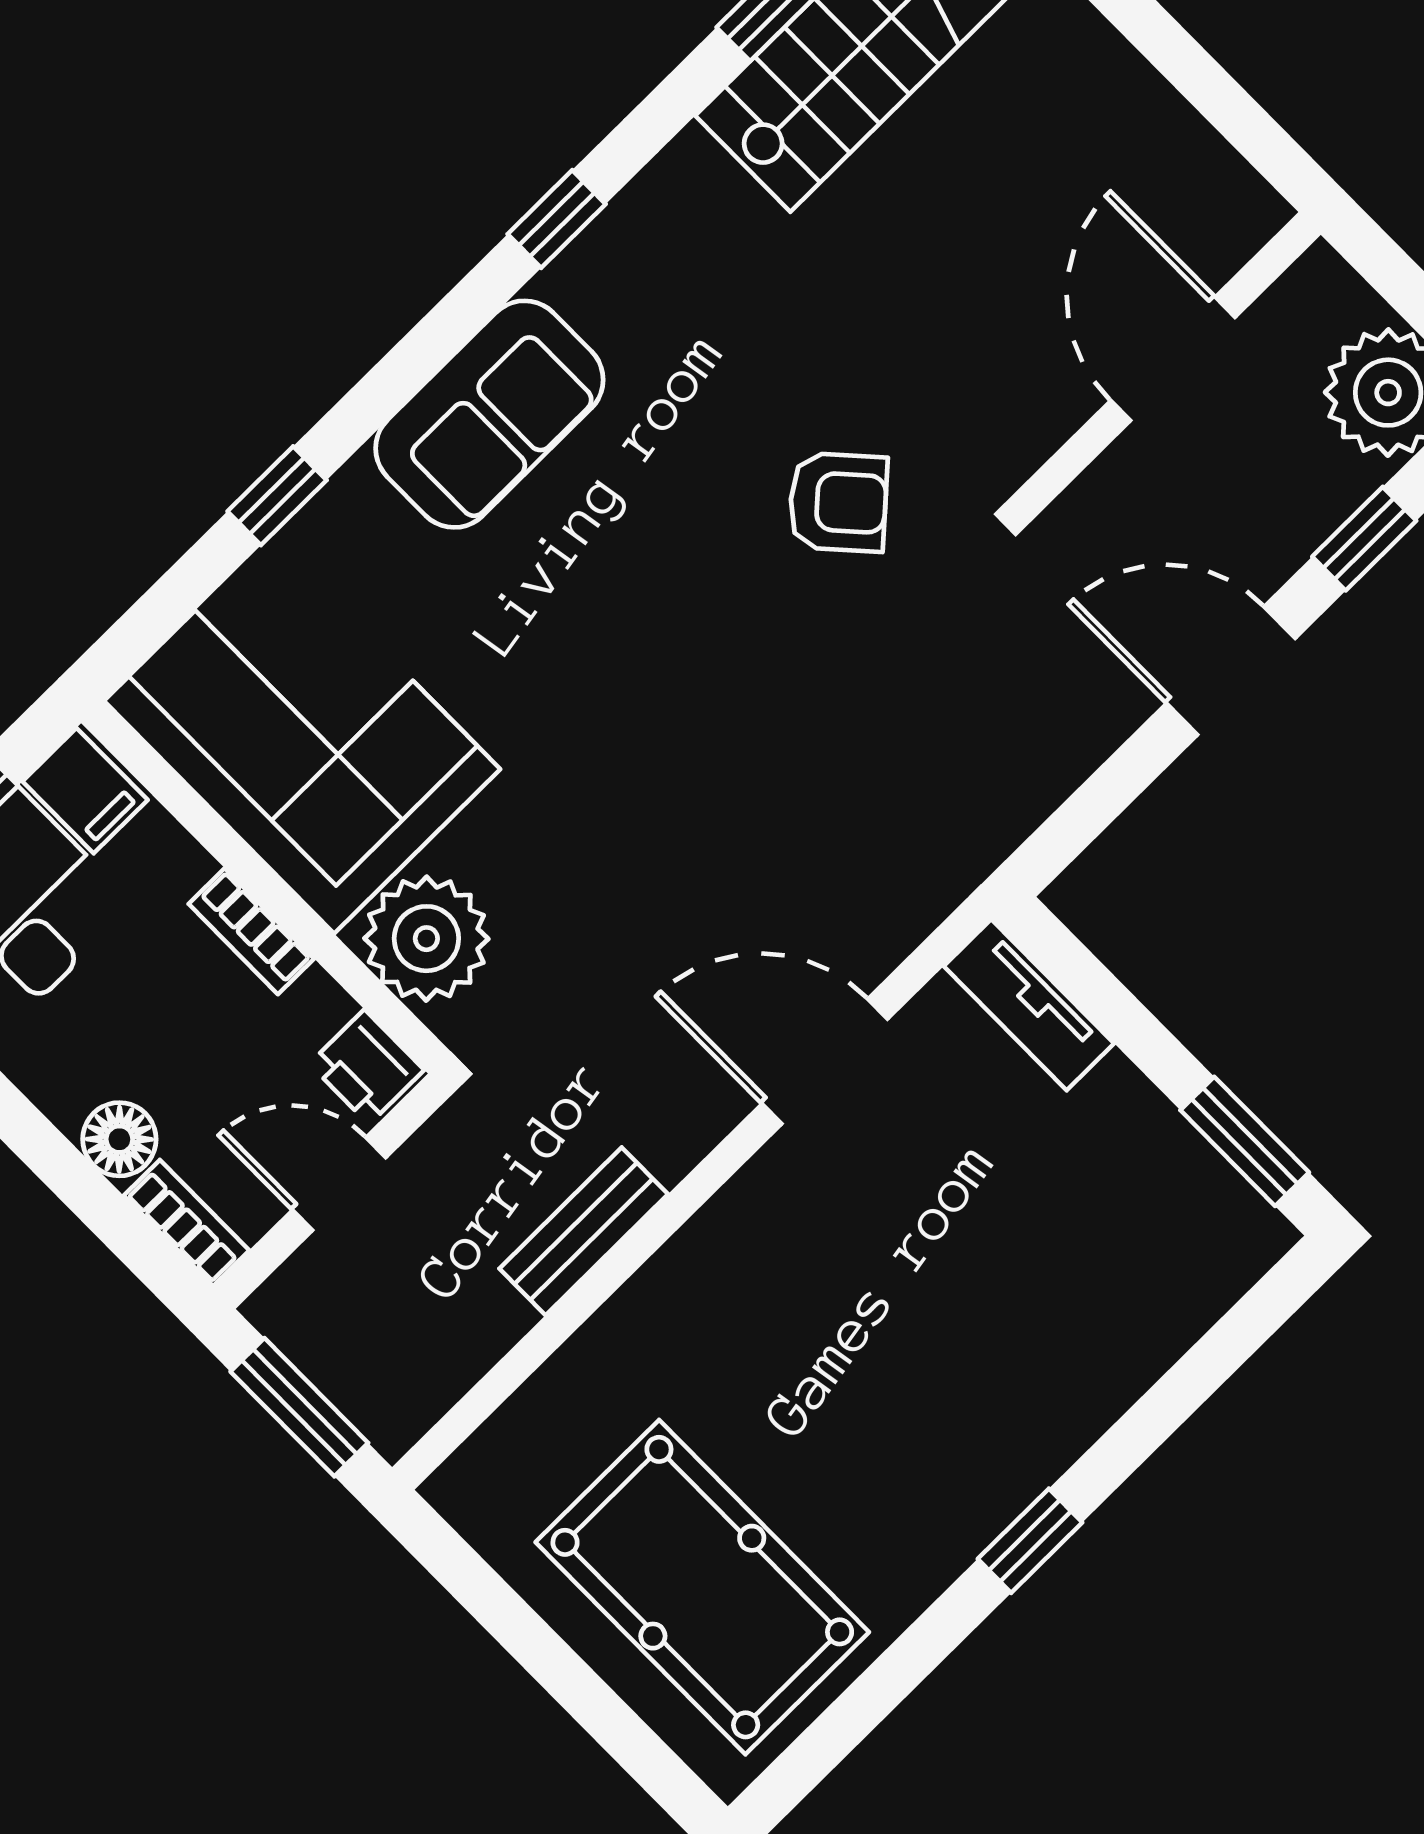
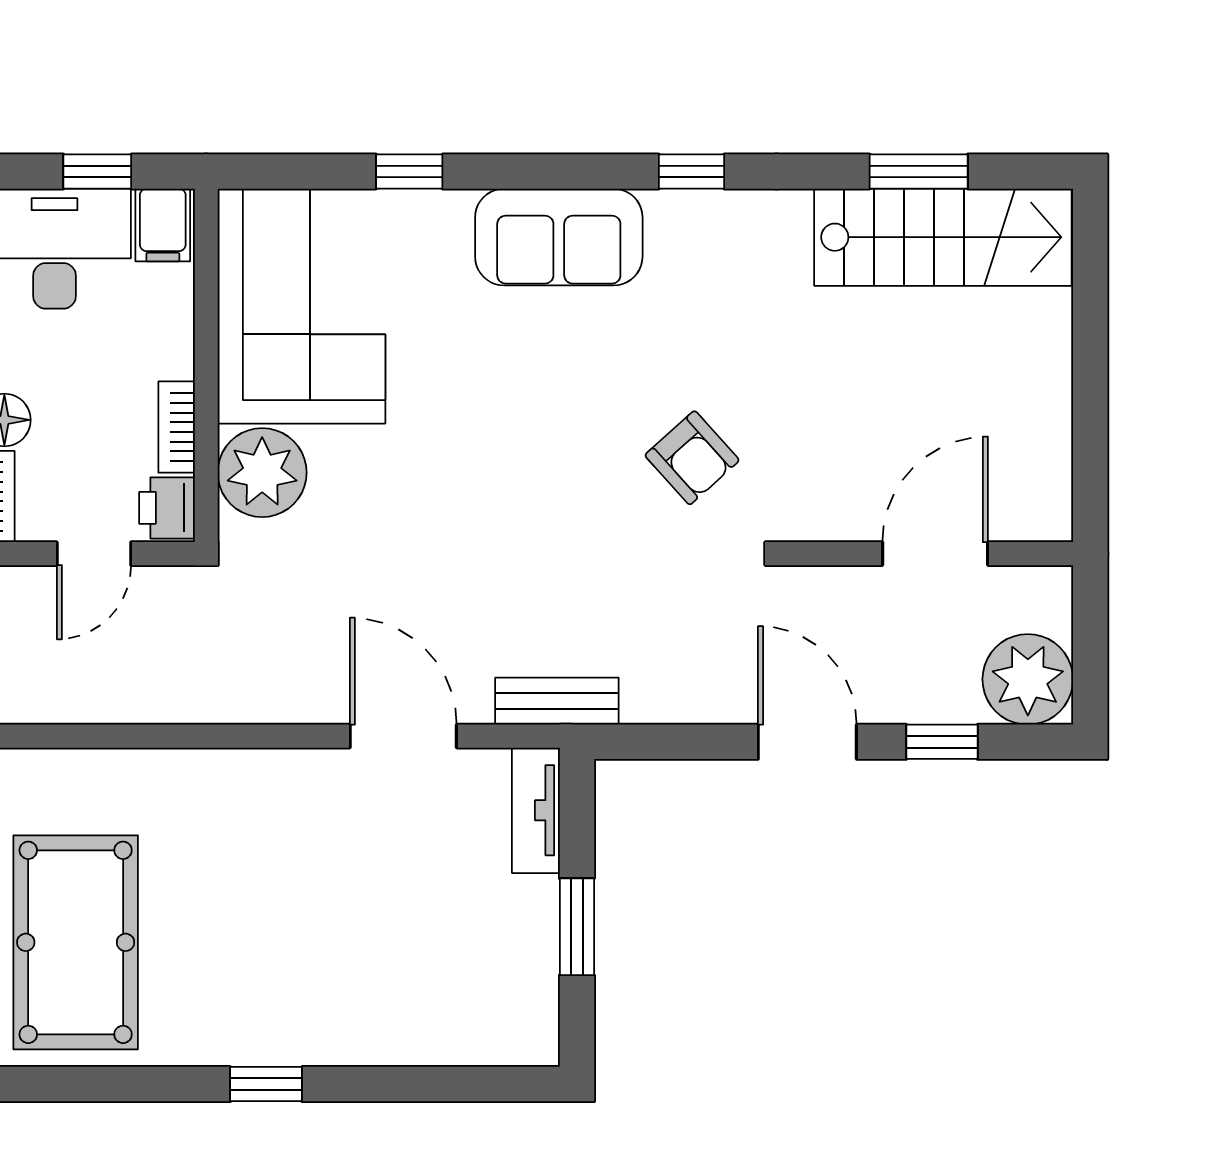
bookcase: (251, 931) -> (177, 427), moved
window: (1245, 1141) -> (577, 927), moved
door: (339, 1184) -> (94, 554), swing flipped
bench: (584, 1231) -> (557, 701), moved

